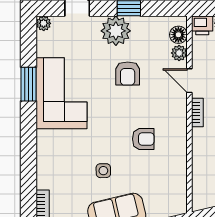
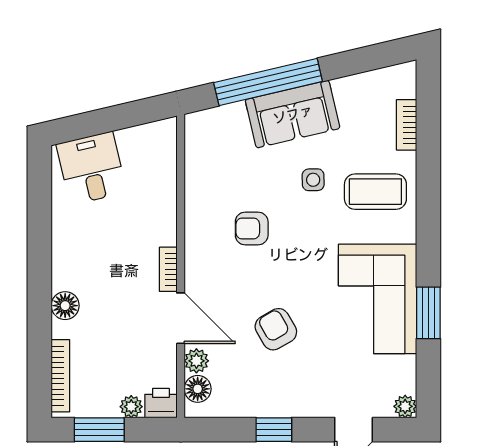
plant: (116, 31) -> (294, 395), removed
armchair: (128, 74) -> (276, 329), turned -30
door: (189, 81) -> (181, 318), width x1.37
coffee table: (63, 163) -> (375, 192), added

